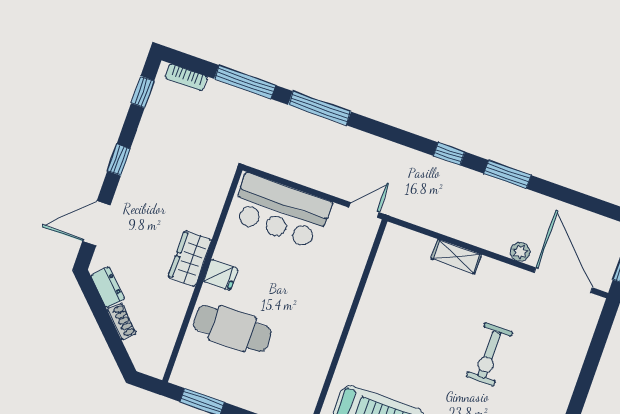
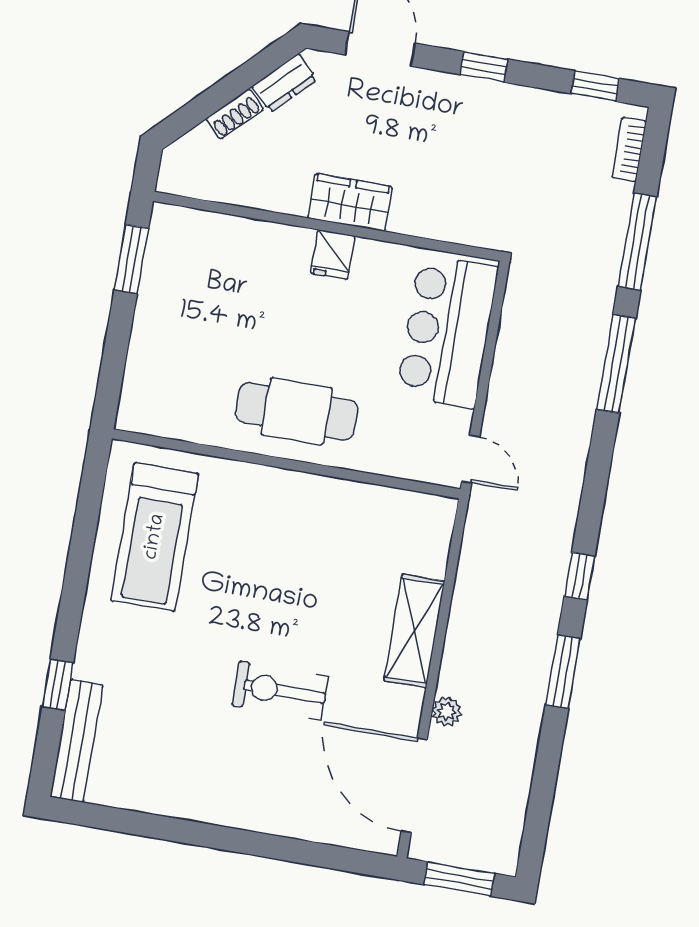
shelving: (456, 257) -> (414, 631), width x1.50, depth x1.33
door: (563, 280) -> (414, 785), swing flipped
cafe table: (232, 329) -> (297, 411), moved, turned 90

